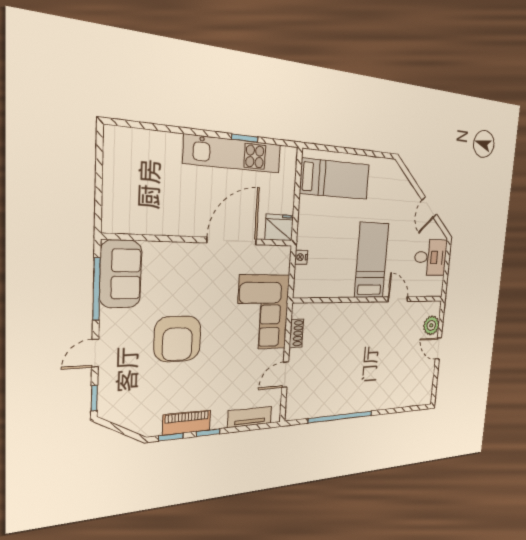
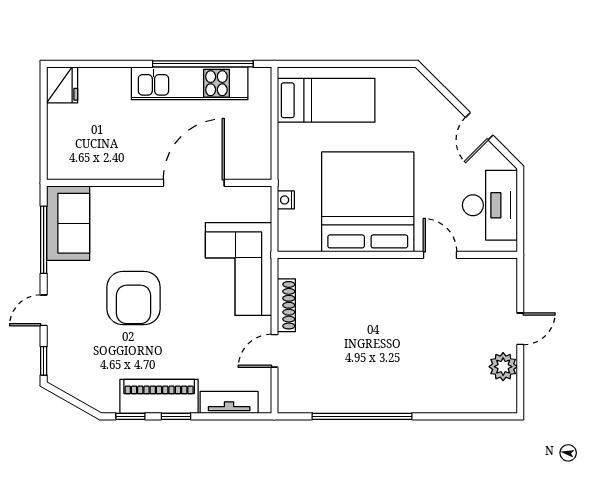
window: (245, 138) -> (203, 64), width x3.17
fridge: (279, 227) -> (62, 85), moved, turned 90
desk: (431, 257) -> (490, 205), width x1.37
bed: (372, 260) -> (368, 202), width x2.04
plant: (431, 325) -> (503, 367), moved
shoe rack: (296, 333) -> (286, 305), width x1.43
door: (438, 348) -> (520, 329), swing flipped
piano: (187, 423) -> (159, 396), width x1.37, depth x1.33

